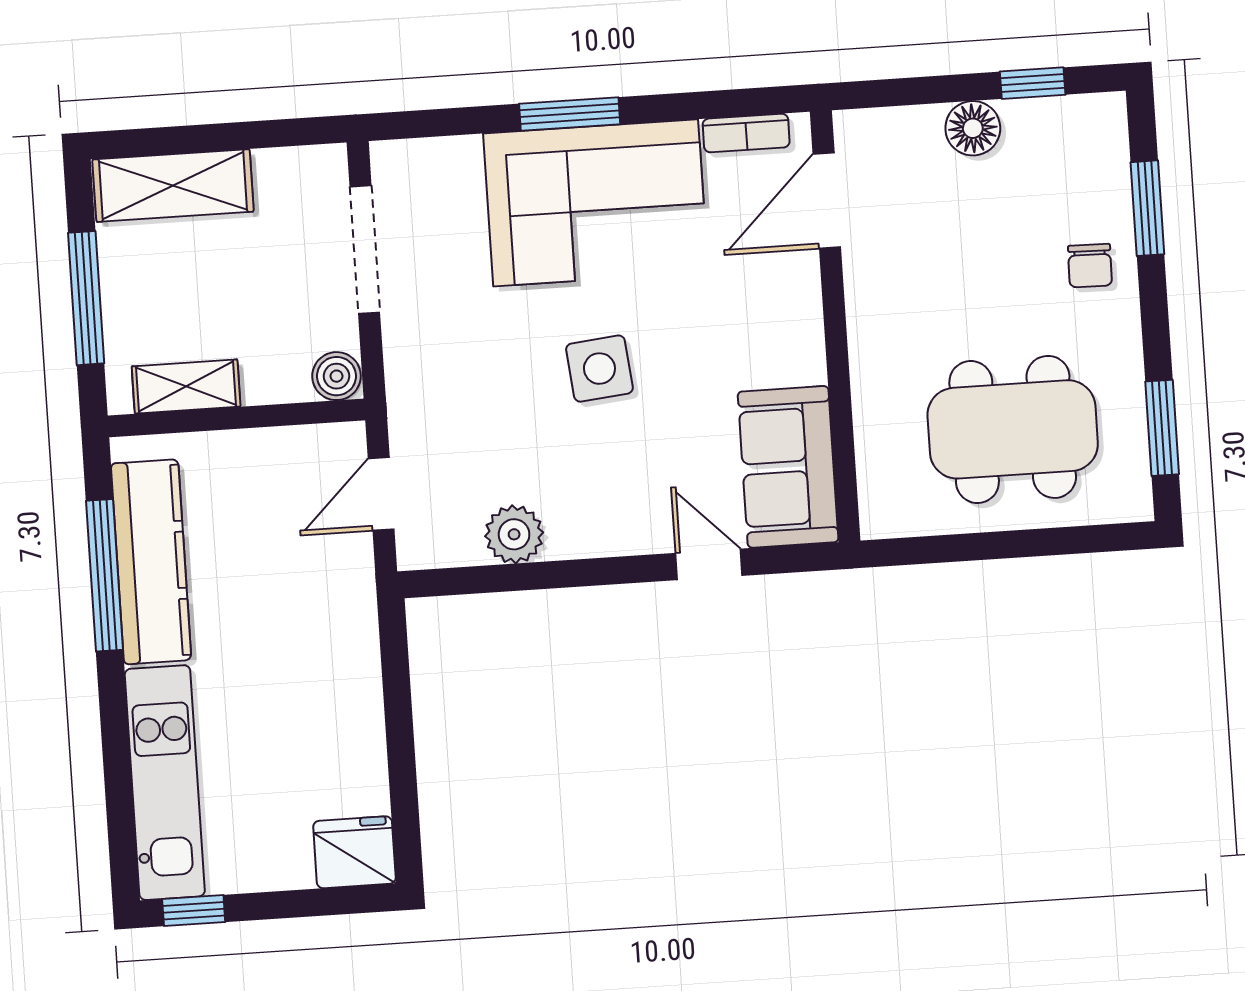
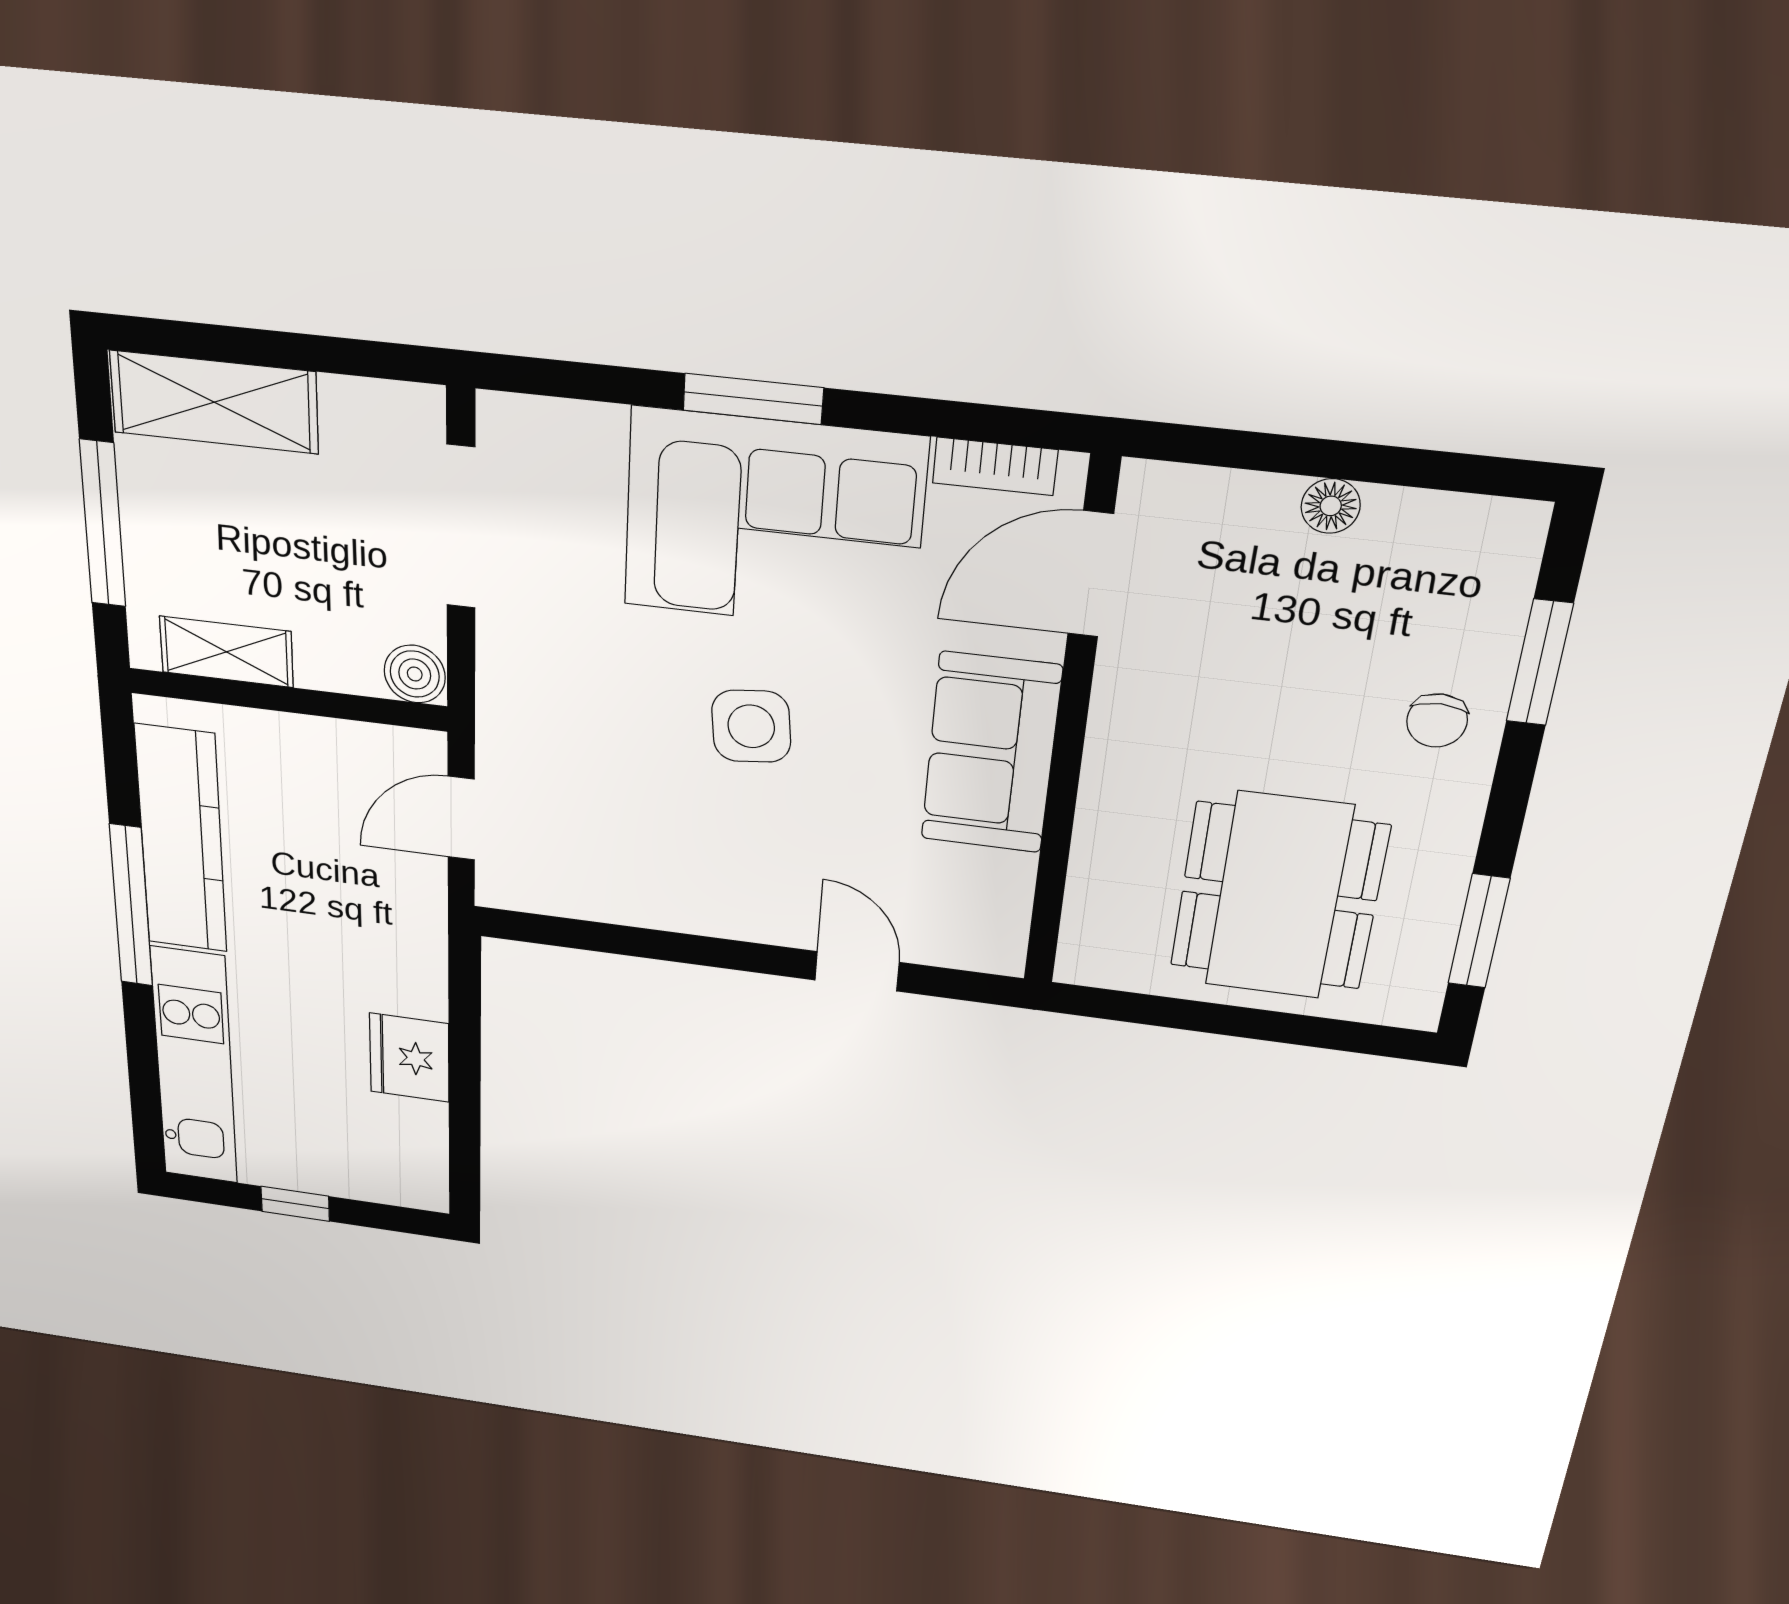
window: (1033, 83) -> (1421, 468), removed
floor lamp: (973, 128) -> (1331, 506), width x0.73, depth x0.73
dining table: (1013, 429) -> (1279, 896), turned 90
sofa: (788, 467) -> (991, 753), moved
plant: (514, 534) -> (621, 893), removed
window: (105, 575) -> (131, 906), moved
fridge: (354, 852) -> (409, 1058), moved, turned -90
window: (194, 911) -> (295, 1204), moved

